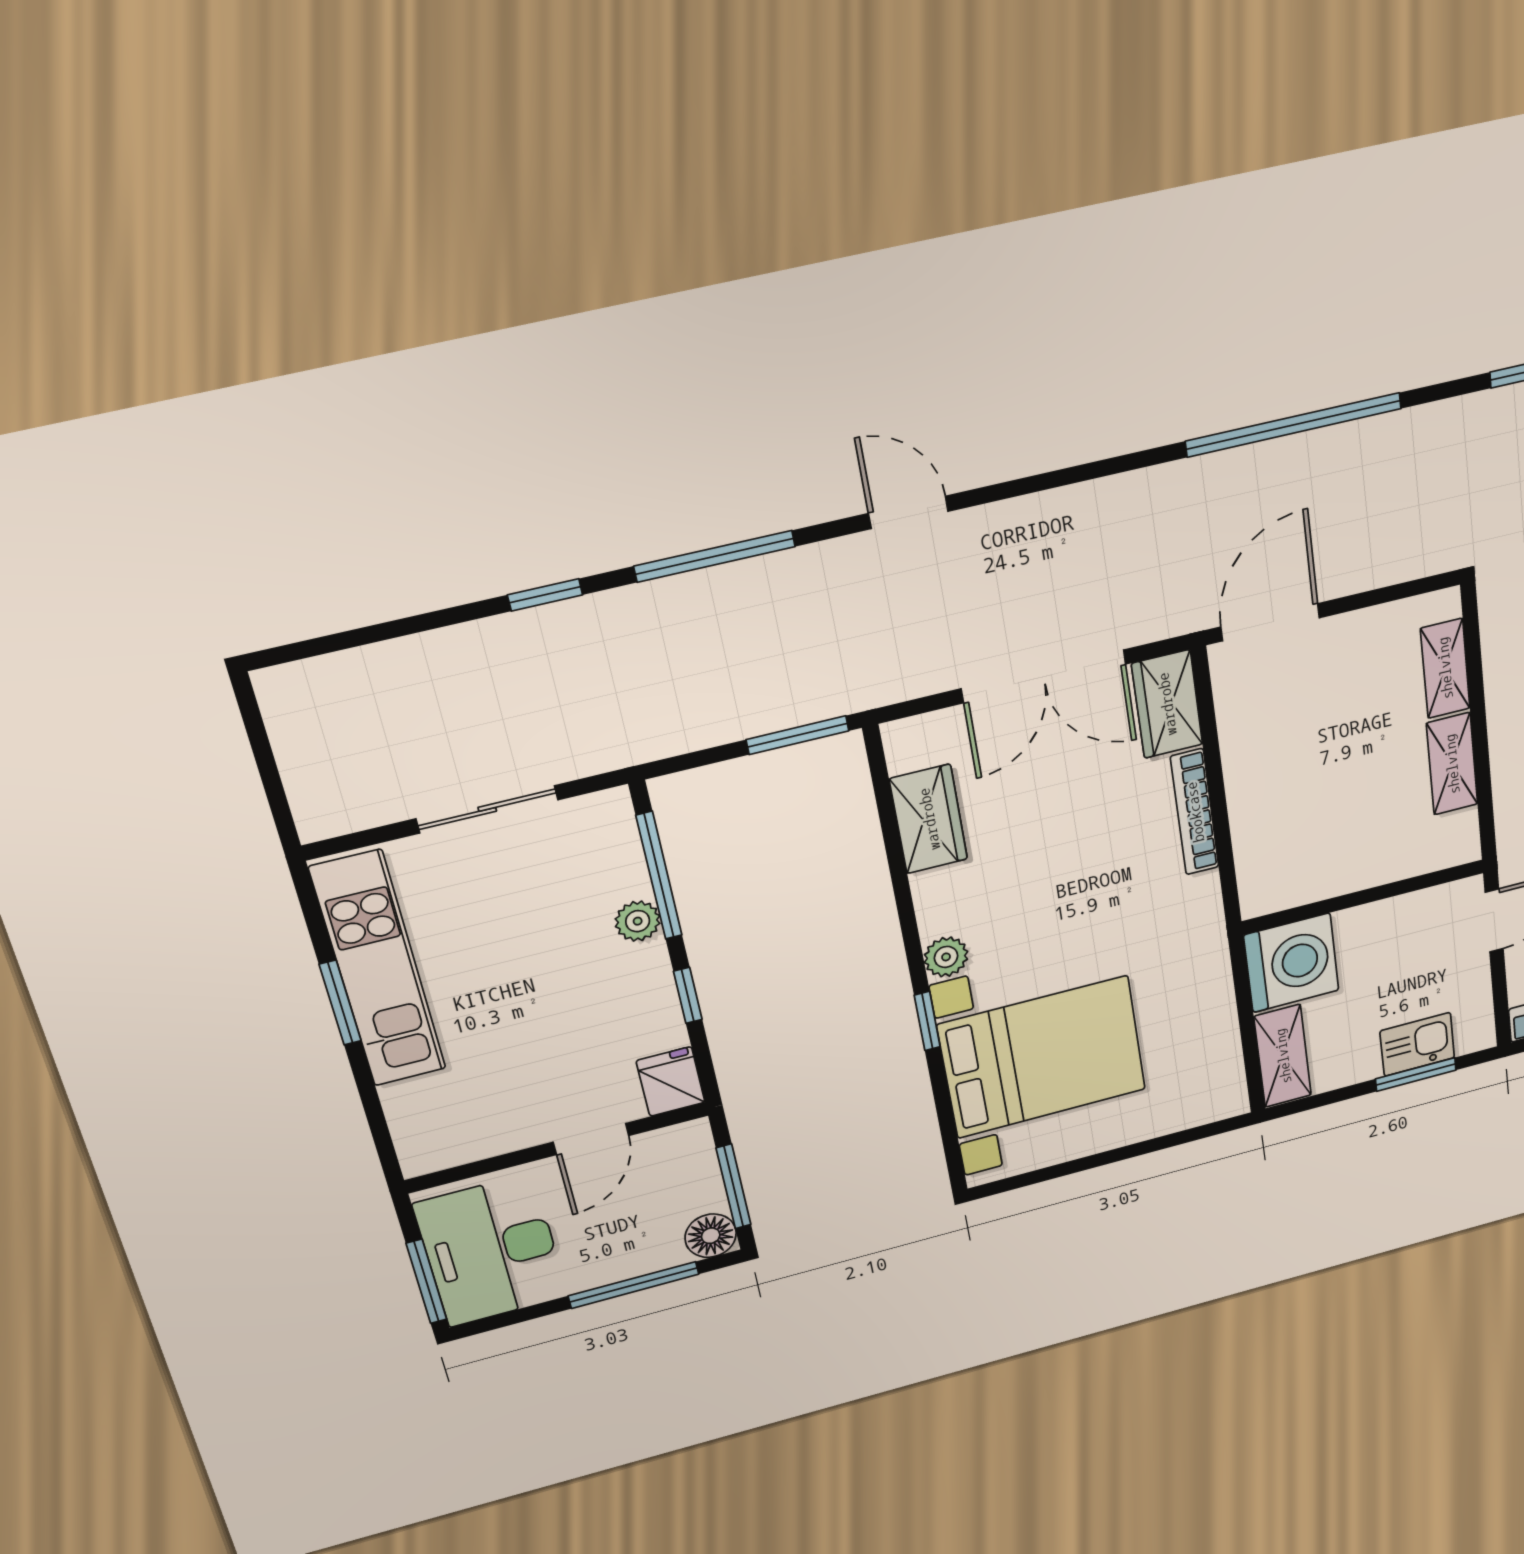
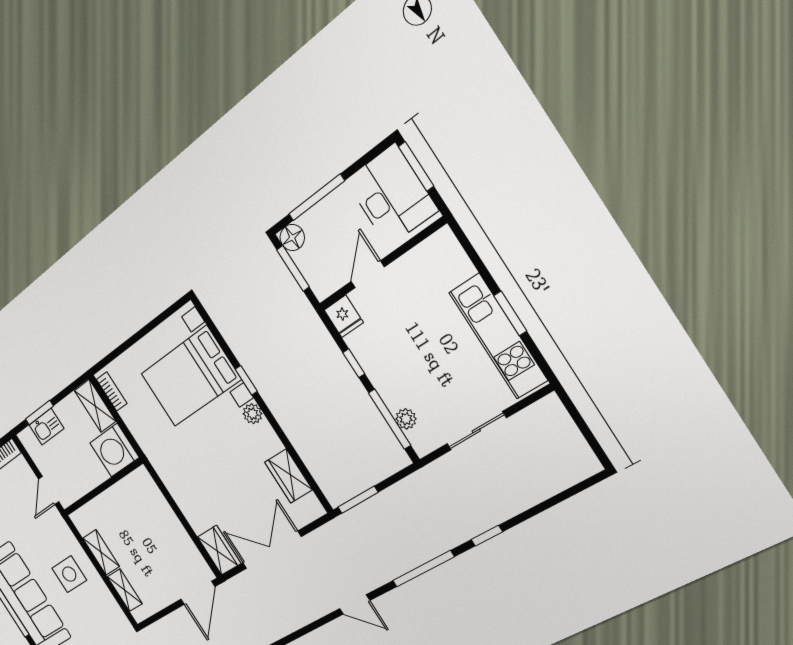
bookcase: (1195, 812) -> (112, 391), moved, width x0.64
plant: (638, 921) -> (406, 419), moved

